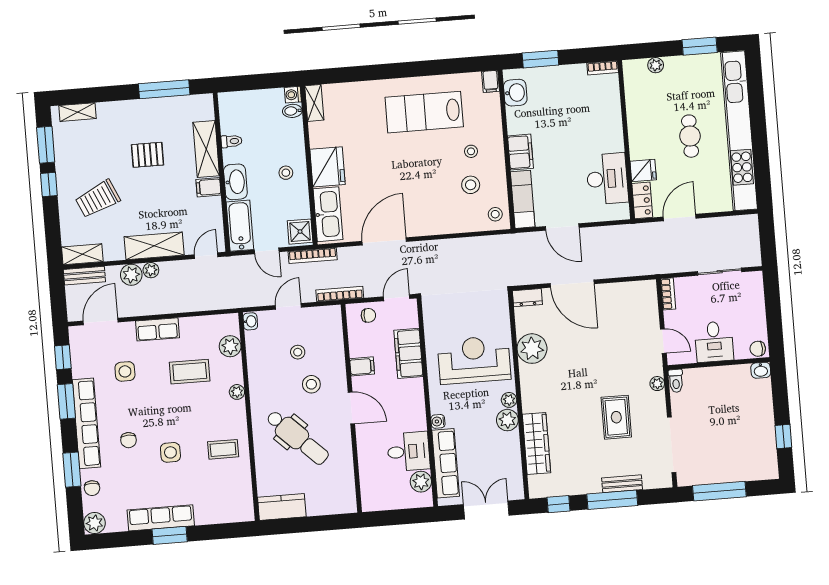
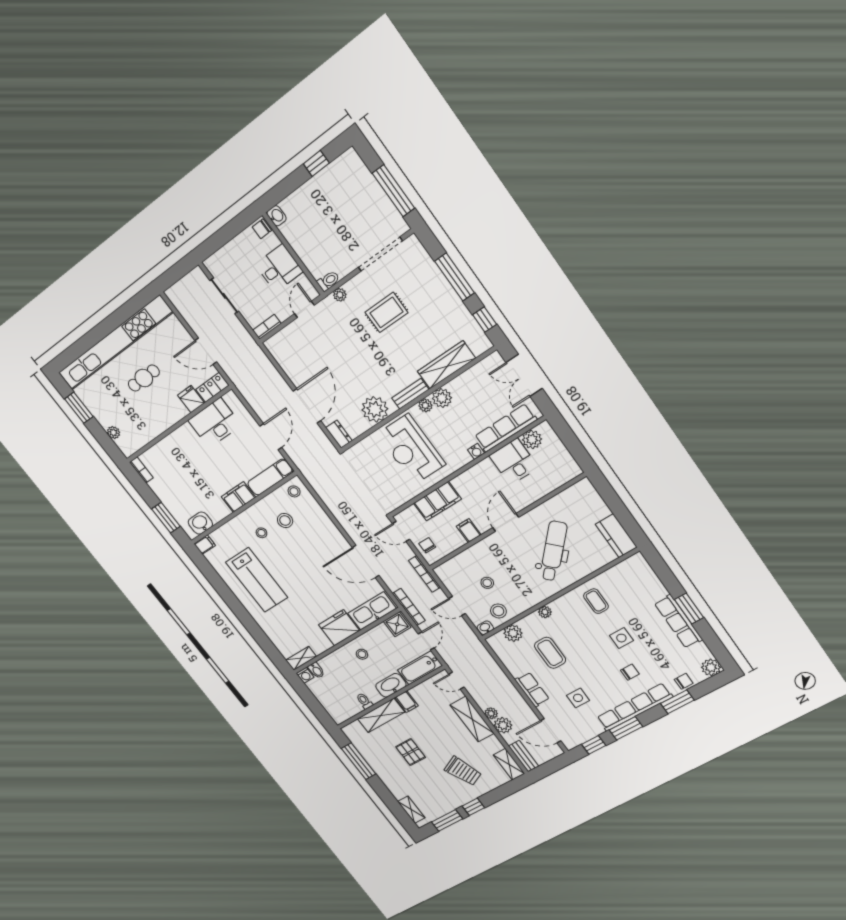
chair: (758, 349) -> (262, 229), turned 90
stool: (311, 384) -> (498, 611), moved
bench: (622, 484) -> (410, 394), moved, turned 90

